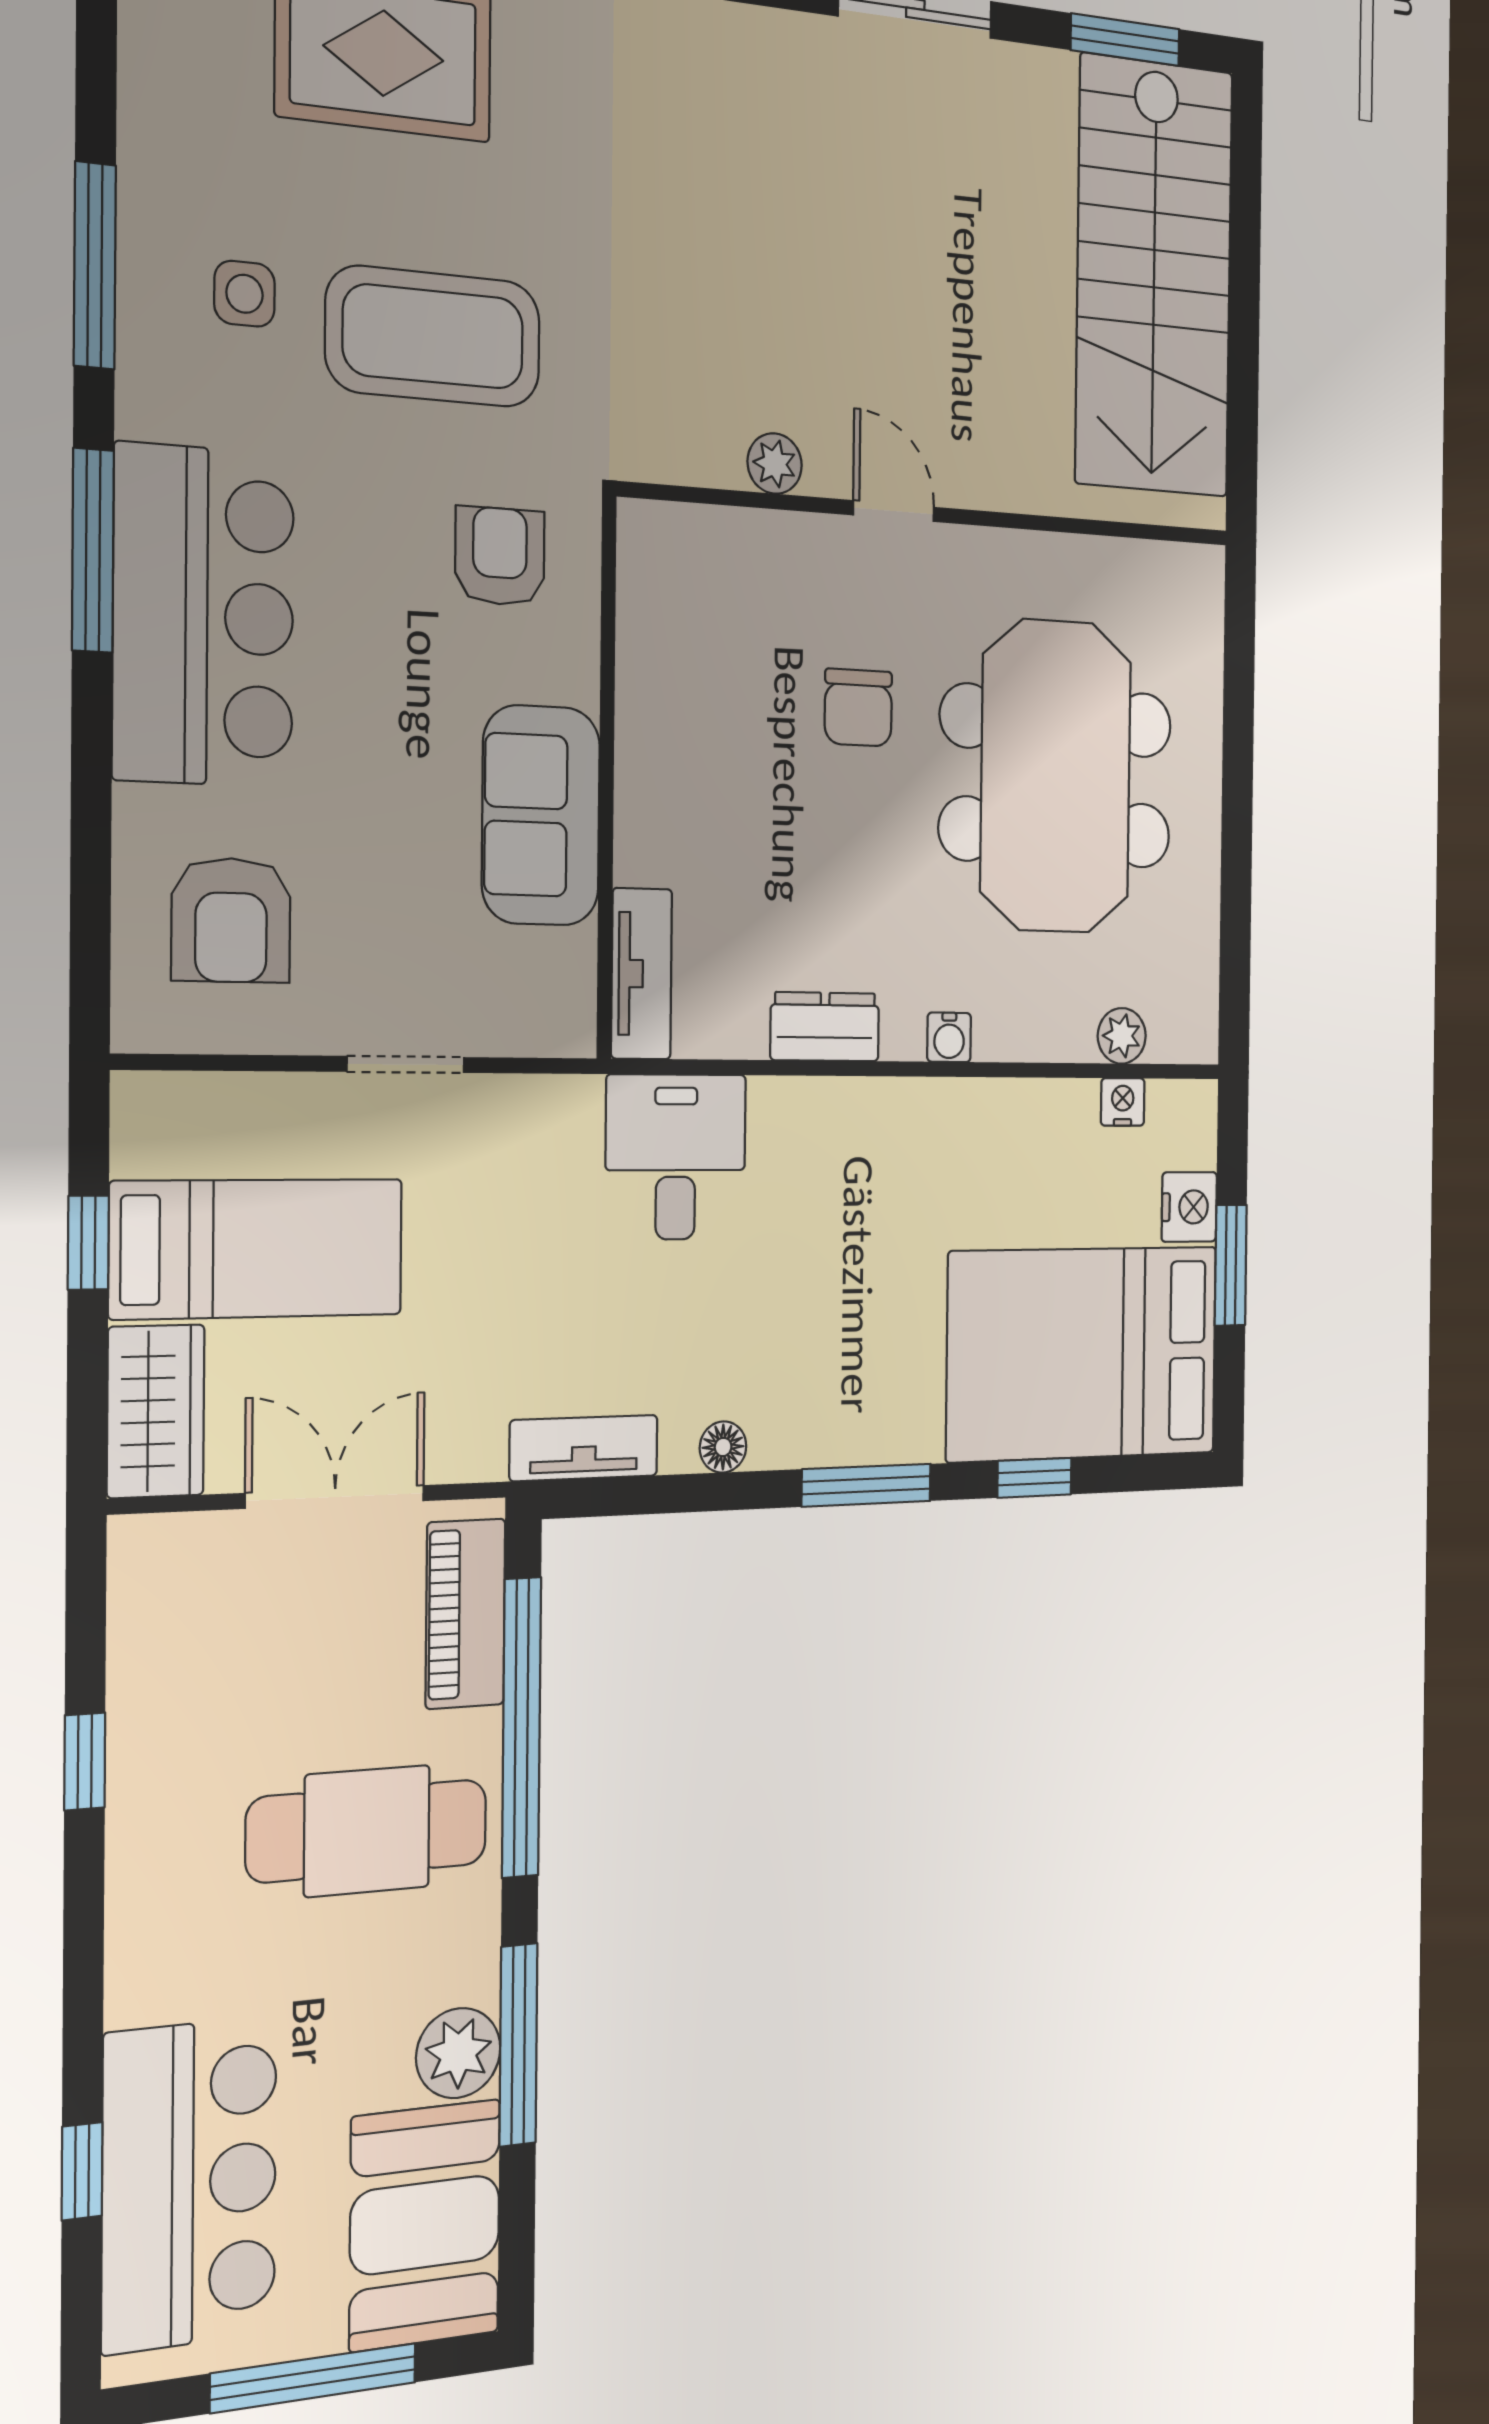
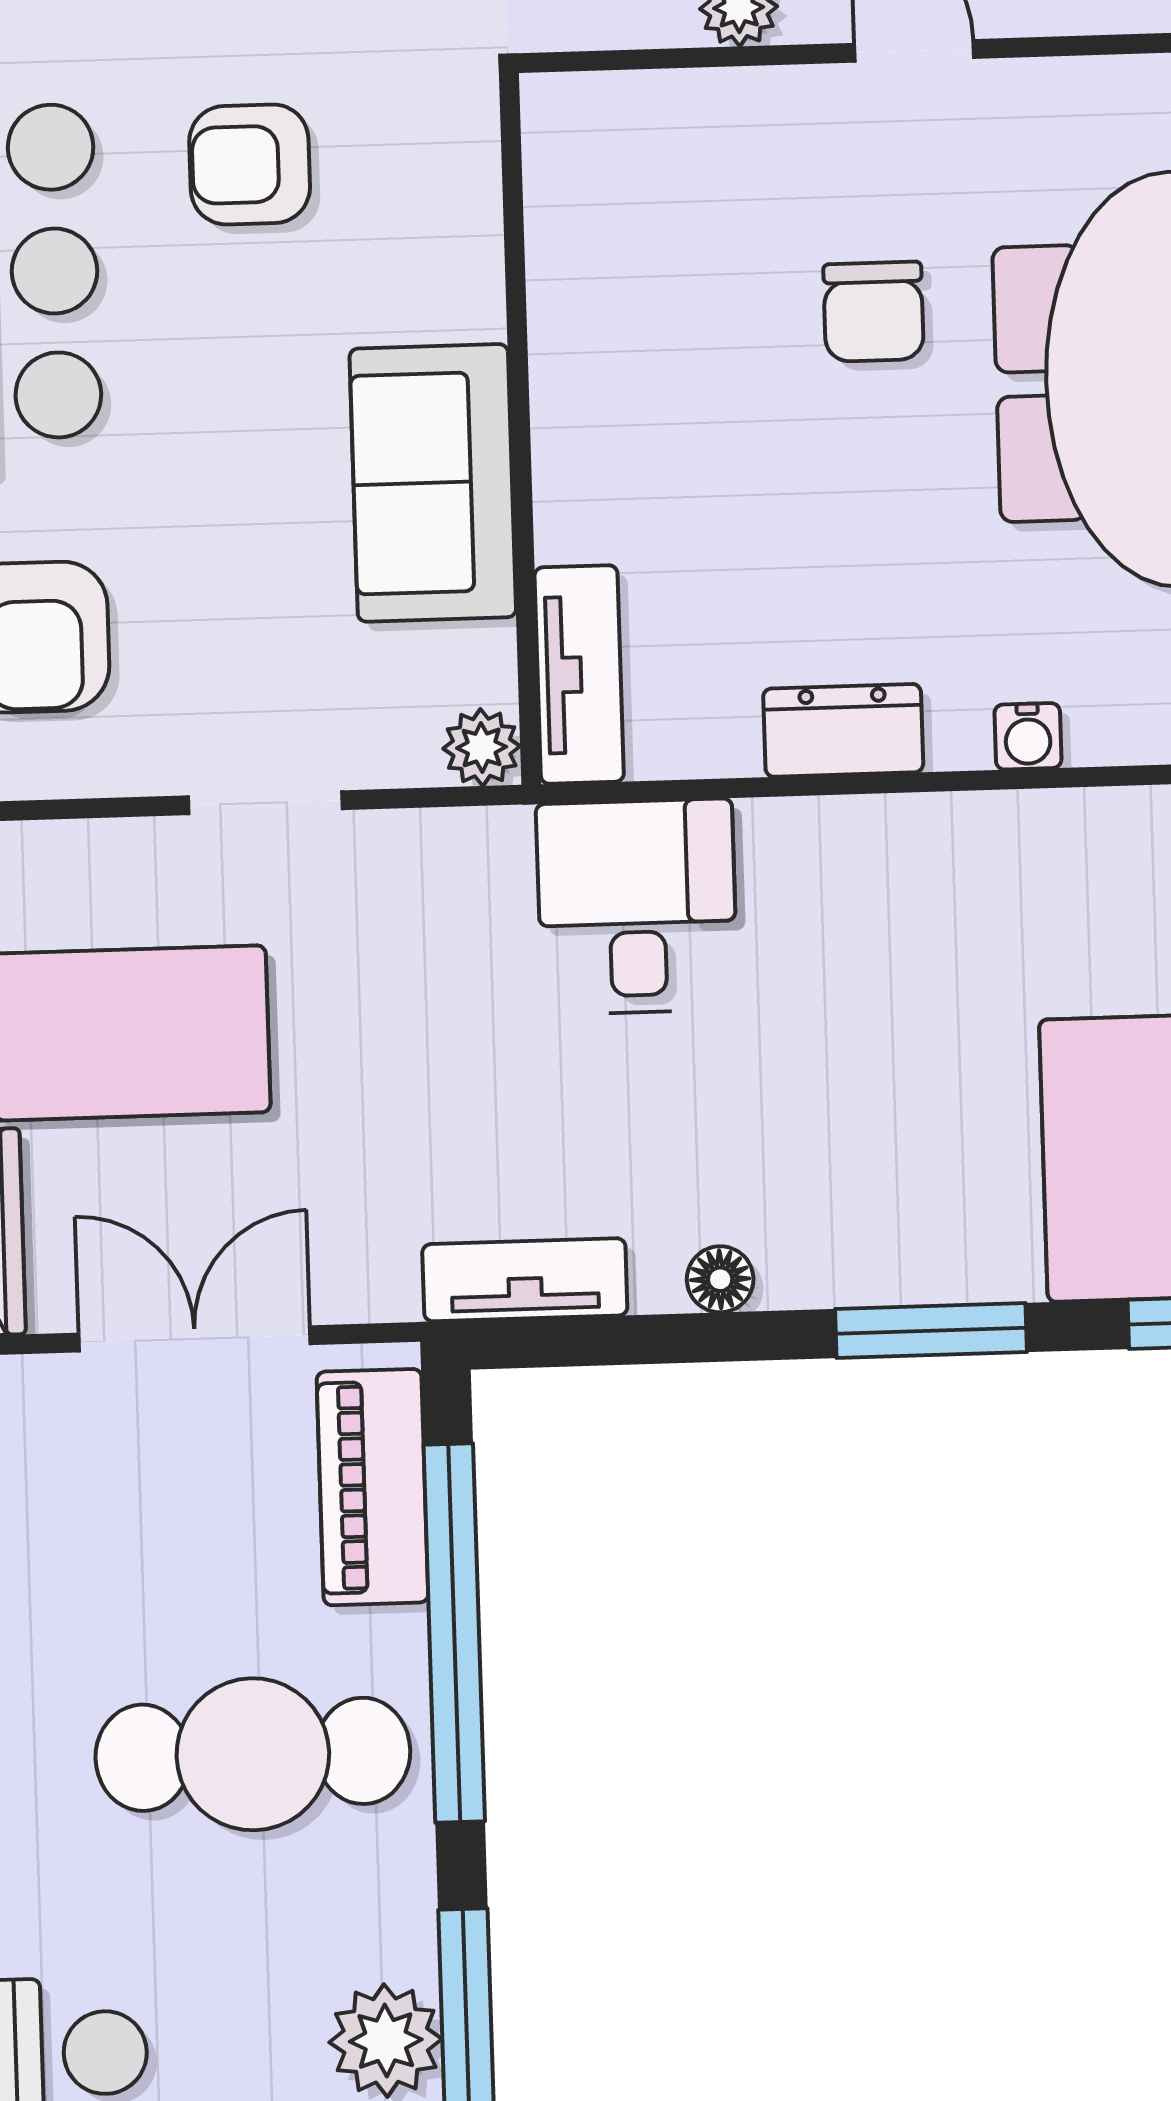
armchair: (500, 556) -> (250, 164), moved, turned -90
plant: (569, 1028) -> (482, 747), added

